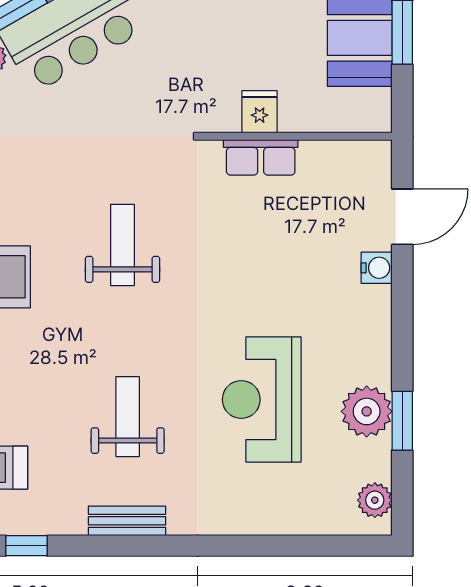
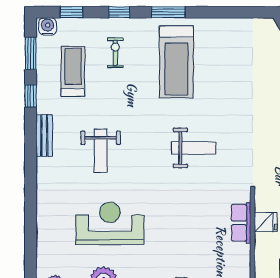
weight bench: (128, 417) -> (101, 151), turned 90
bench: (127, 521) -> (44, 136), moved

